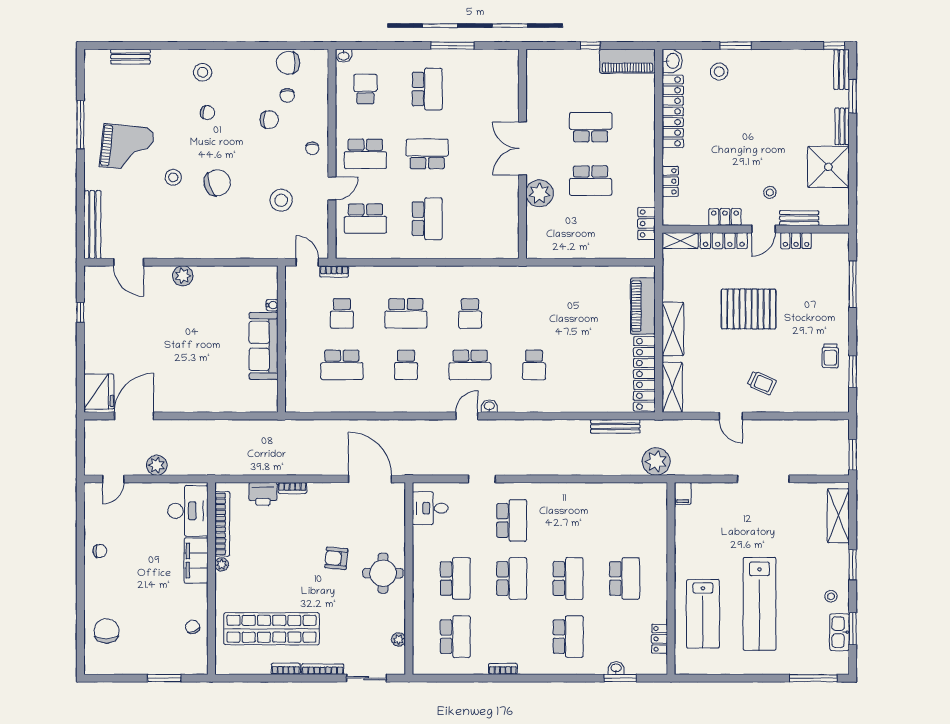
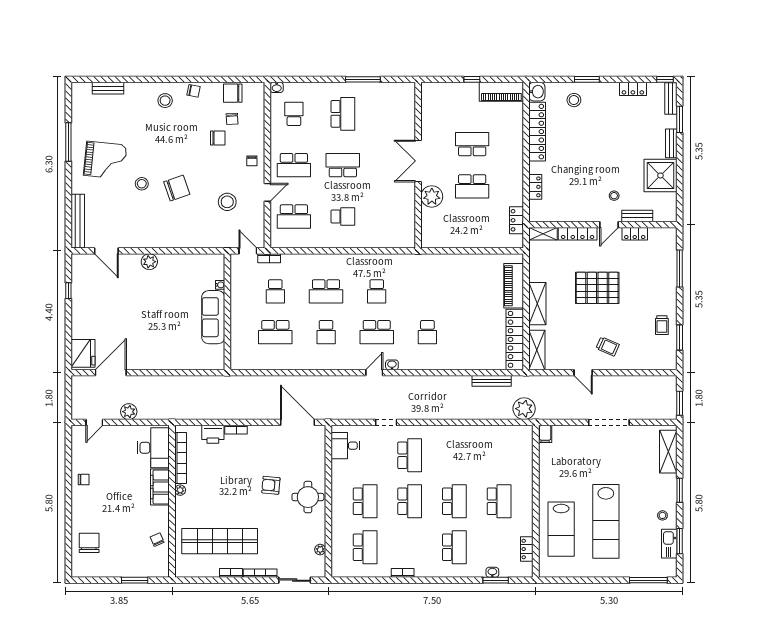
chair: (208, 113) -> (194, 91), moved
locker: (725, 217) -> (633, 89), moved, turned 180
school desk: (427, 219) -> (343, 216), width x0.54

